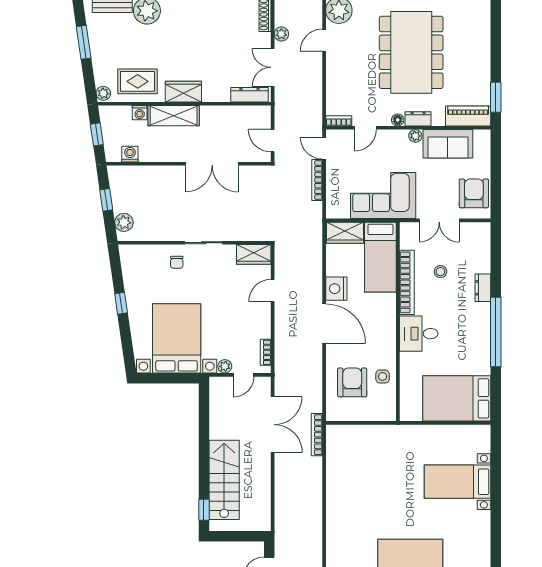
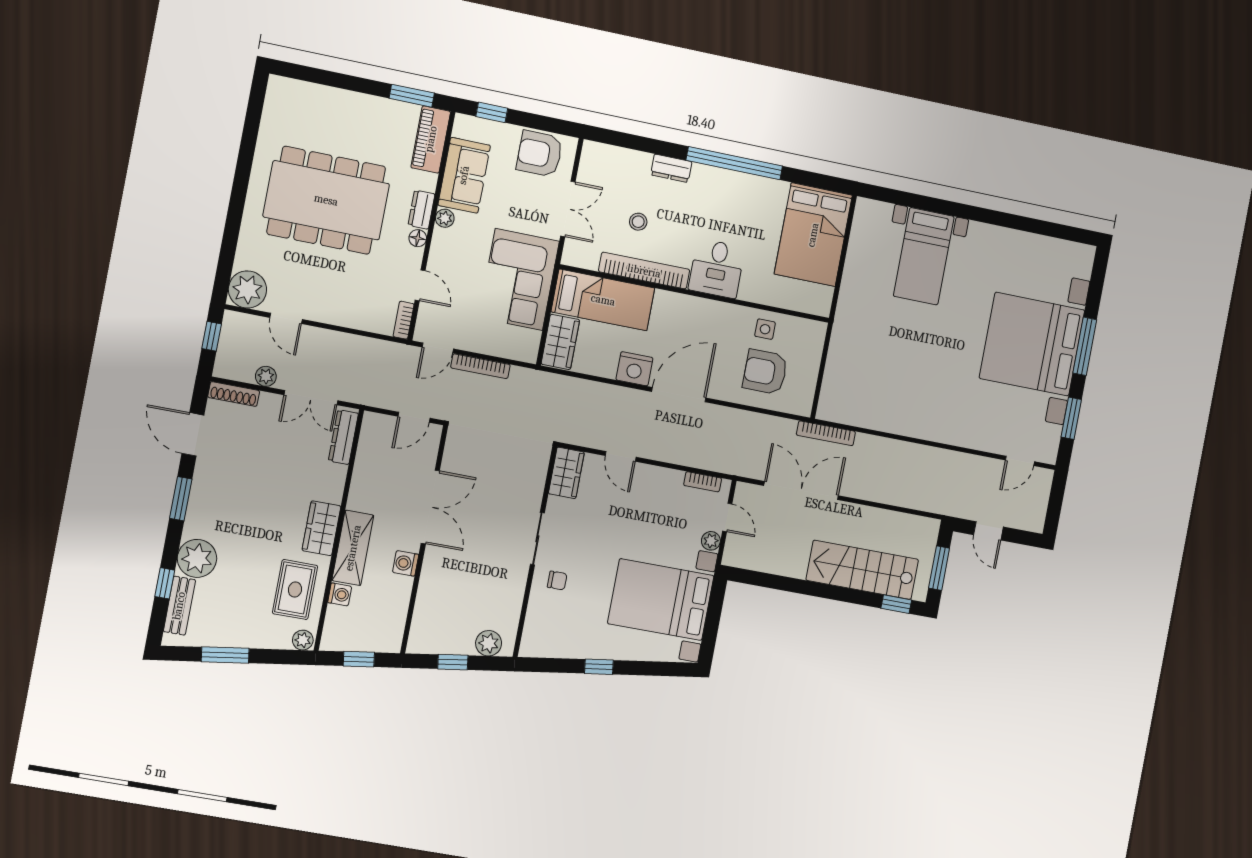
washing machine: (130, 154) -> (406, 563), moved
window: (496, 155) -> (492, 112), added
window: (236, 536) -> (939, 568), added

